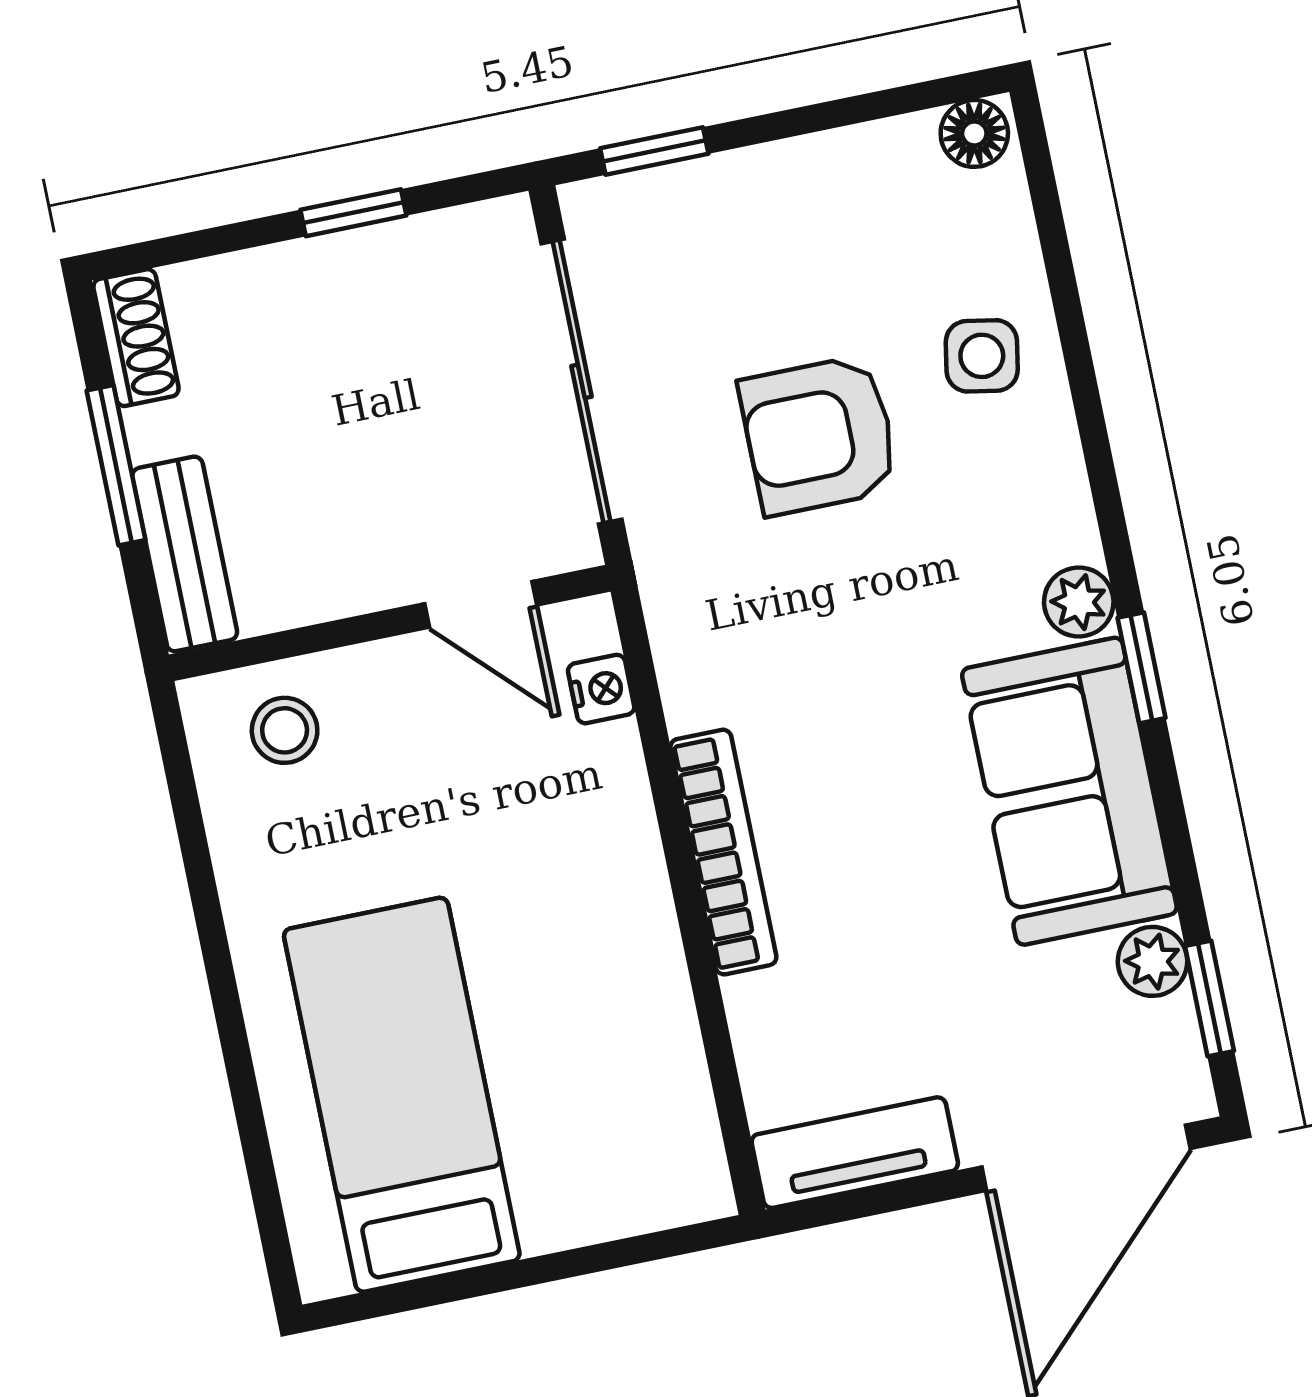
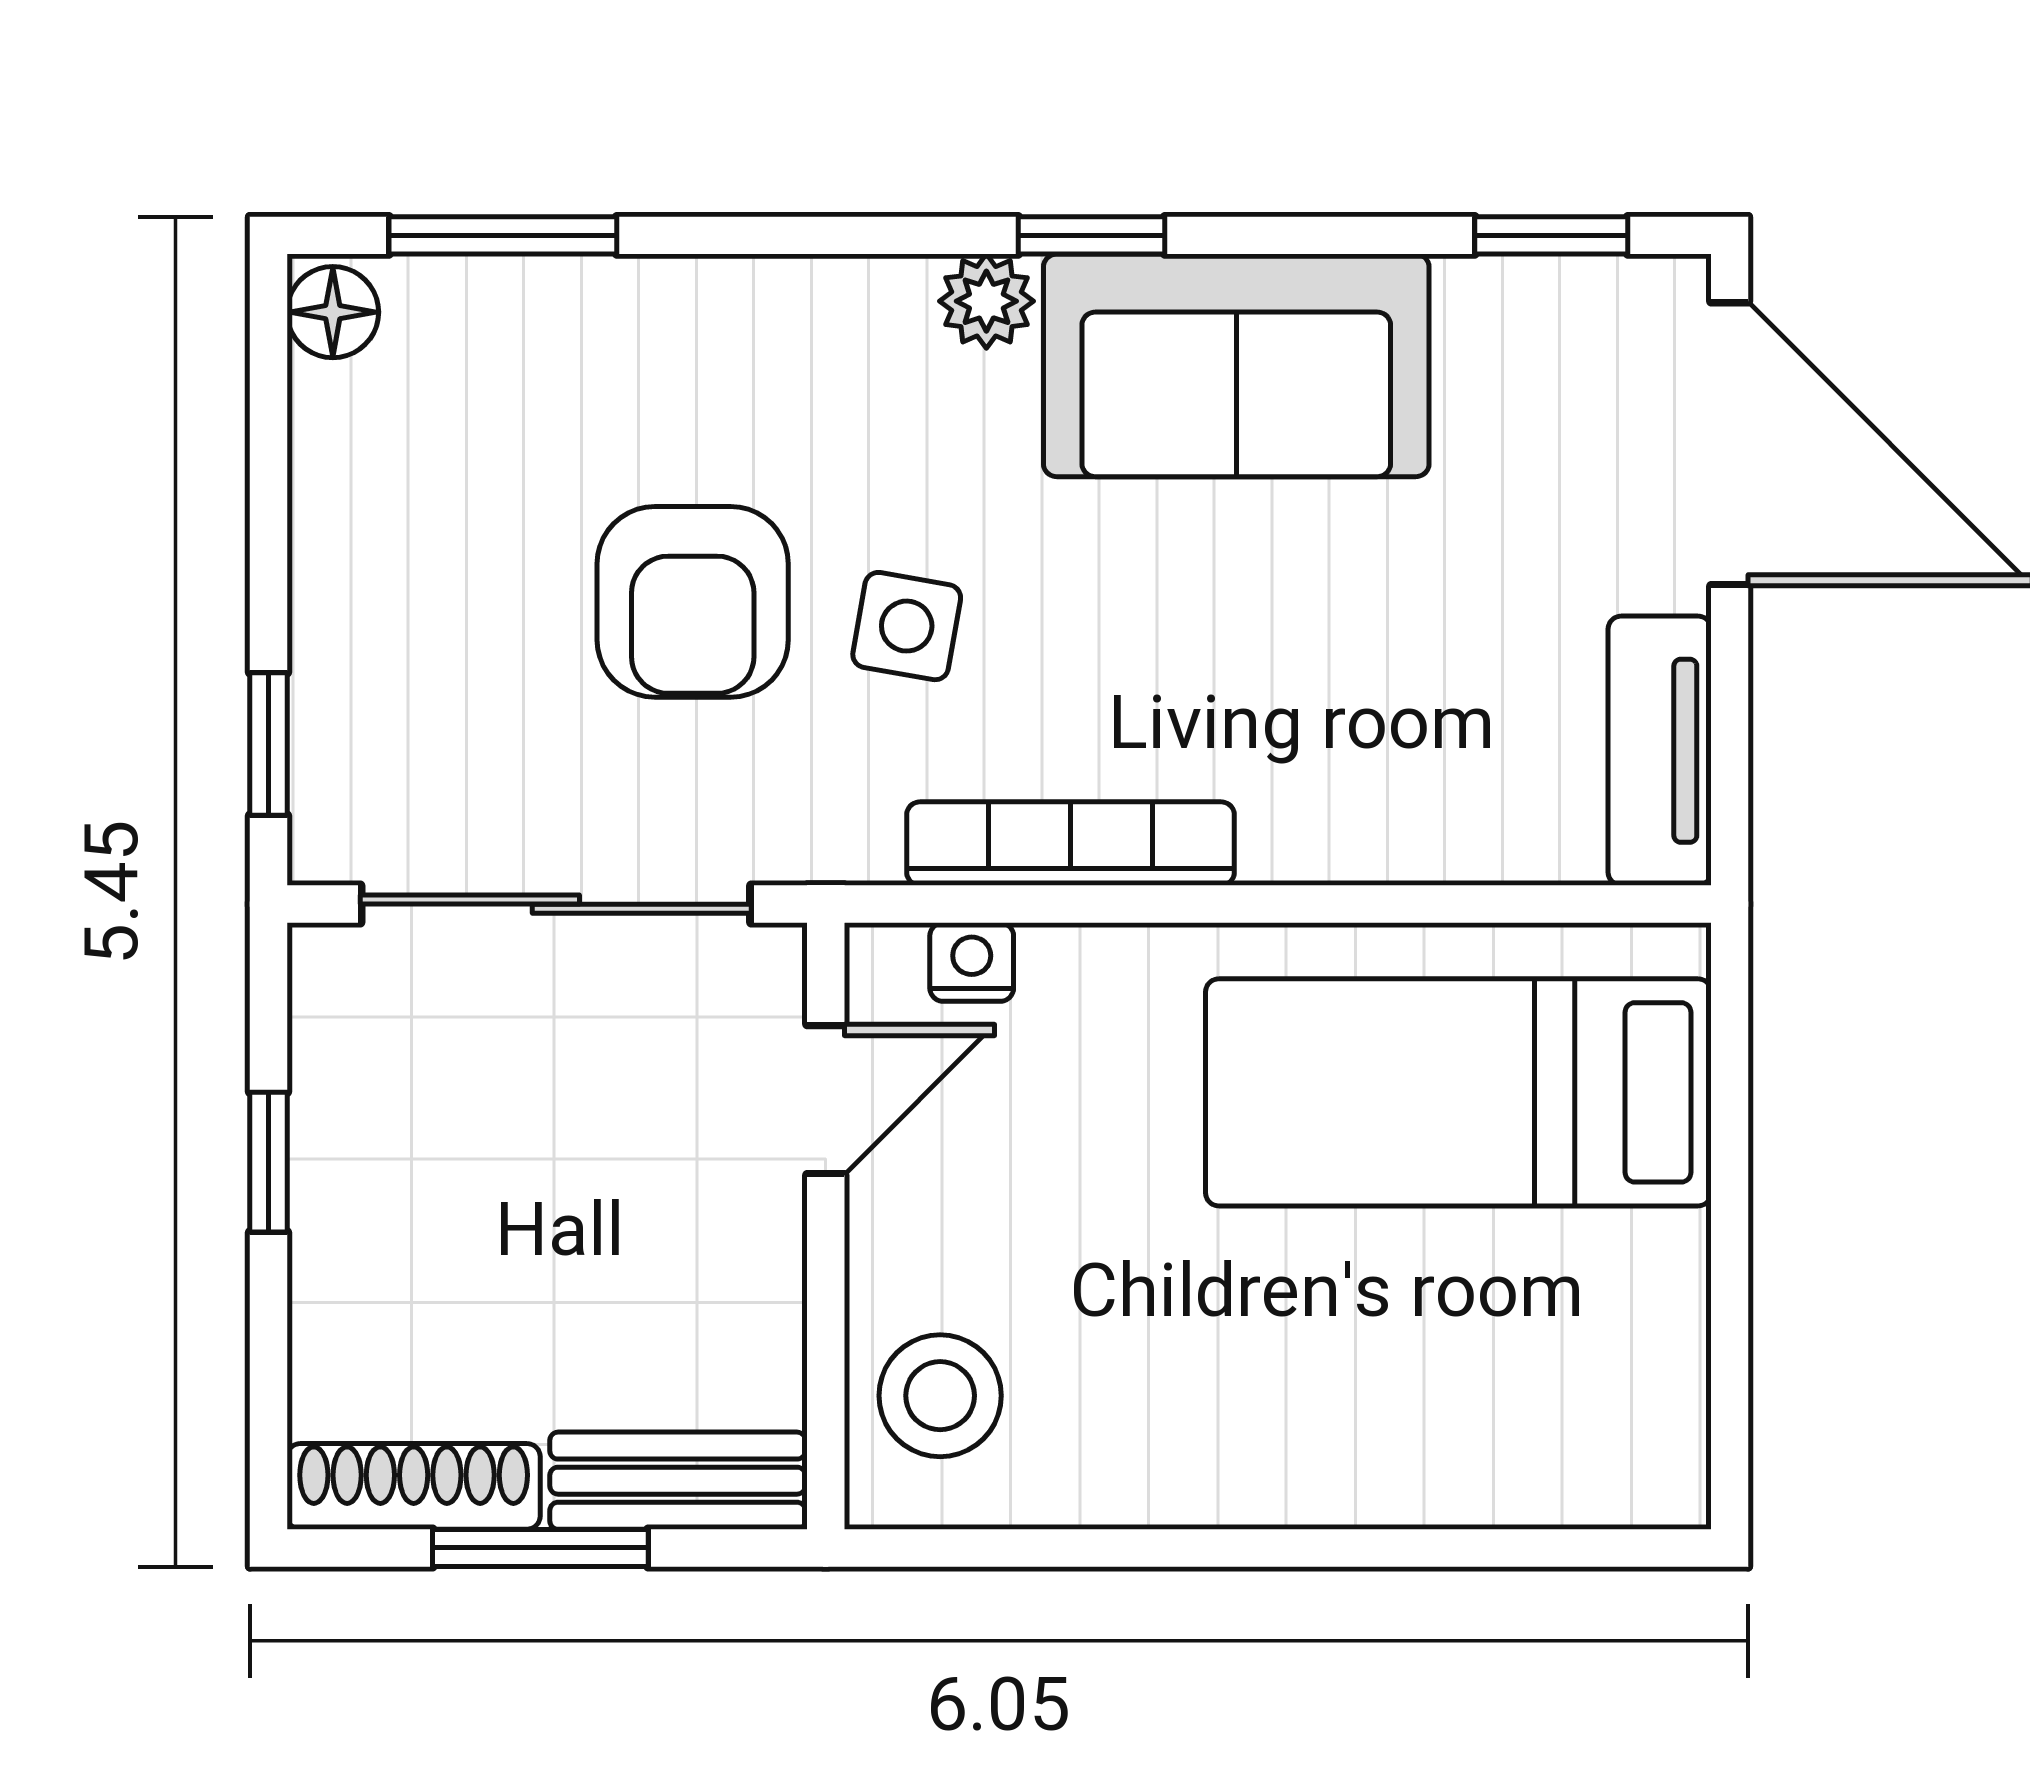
window: (1055, 244) -> (503, 235), added
shoe rack: (136, 338) -> (414, 1486), width x1.43
side table: (982, 356) -> (907, 626), moved
stool: (285, 730) -> (940, 1396), width x1.37, depth x1.37
bookcase: (723, 852) -> (1071, 844), moved
plant: (1153, 961) -> (1486, 301), removed
bed: (402, 1095) -> (1458, 1092), moved

